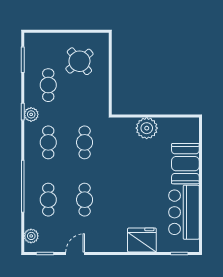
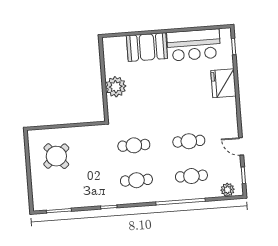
cafe table: (48, 85) -> (81, 184), removed
plant: (31, 114) -> (111, 199), removed

